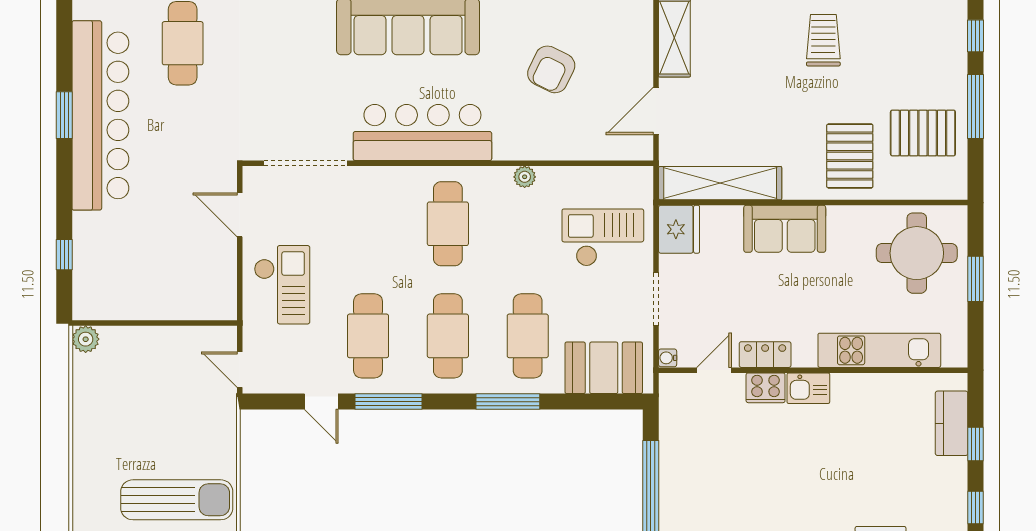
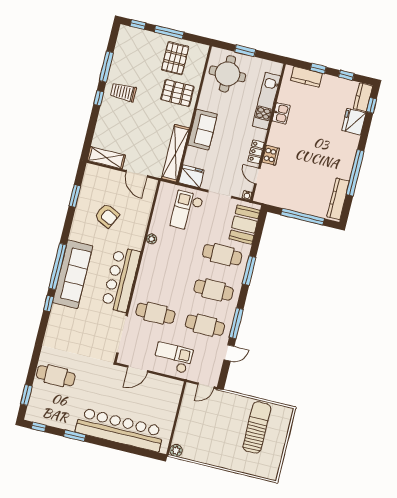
bar counter: (100, 115) -> (120, 430), moved
cafe table: (448, 224) -> (155, 313), moved
window: (64, 255) -> (39, 427), moved
kitchen sink: (808, 388) -> (281, 113), moved

